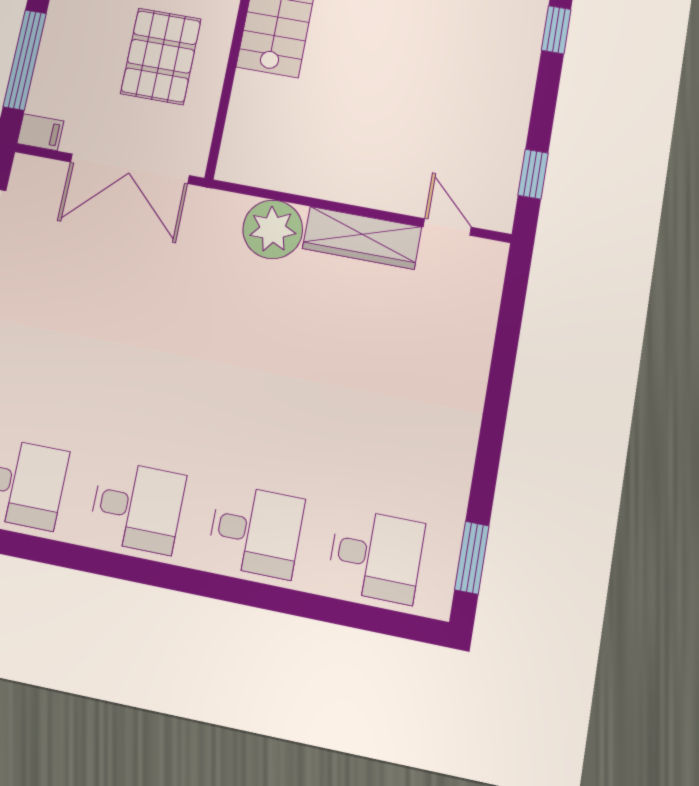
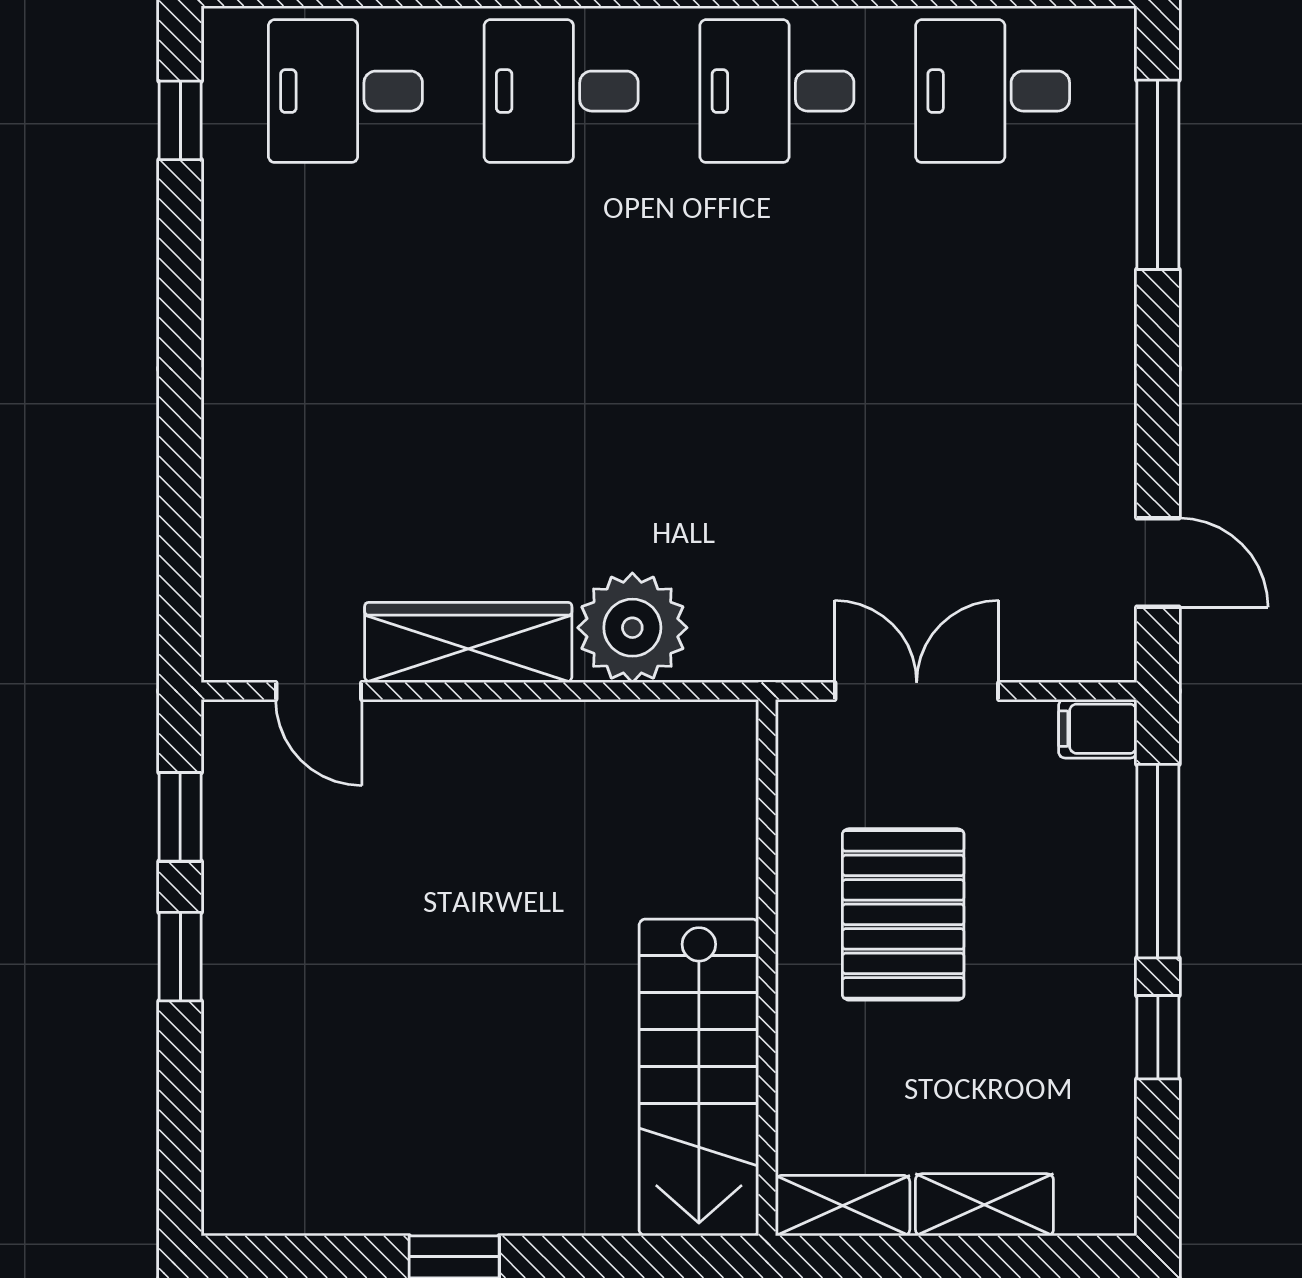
window: (556, 30) -> (180, 957), moved
double door: (130, 169) -> (917, 691), width x0.73
window: (472, 558) -> (180, 120), width x0.67

